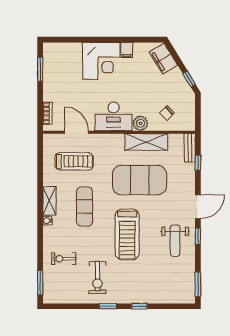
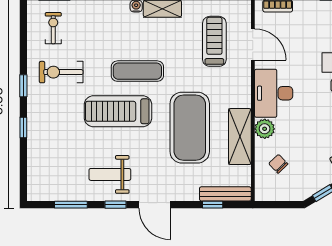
door: (76, 132) -> (253, 44), hinge flipped
bench: (190, 148) -> (225, 194), width x1.36
treadmill: (74, 161) -> (214, 41), turned 180
exercise mat: (84, 207) -> (137, 71), moved
exercise bike: (64, 259) -> (53, 28), moved
window: (198, 284) -> (71, 205), moved

